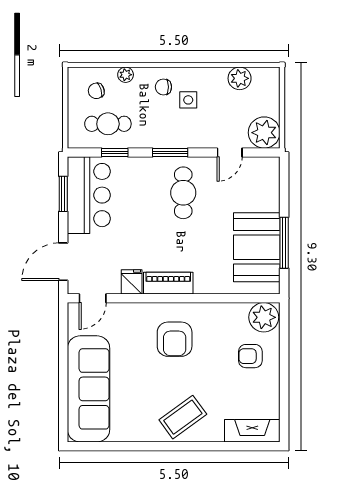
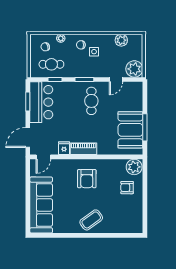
fireplace: (252, 431) -> (128, 227), removed

